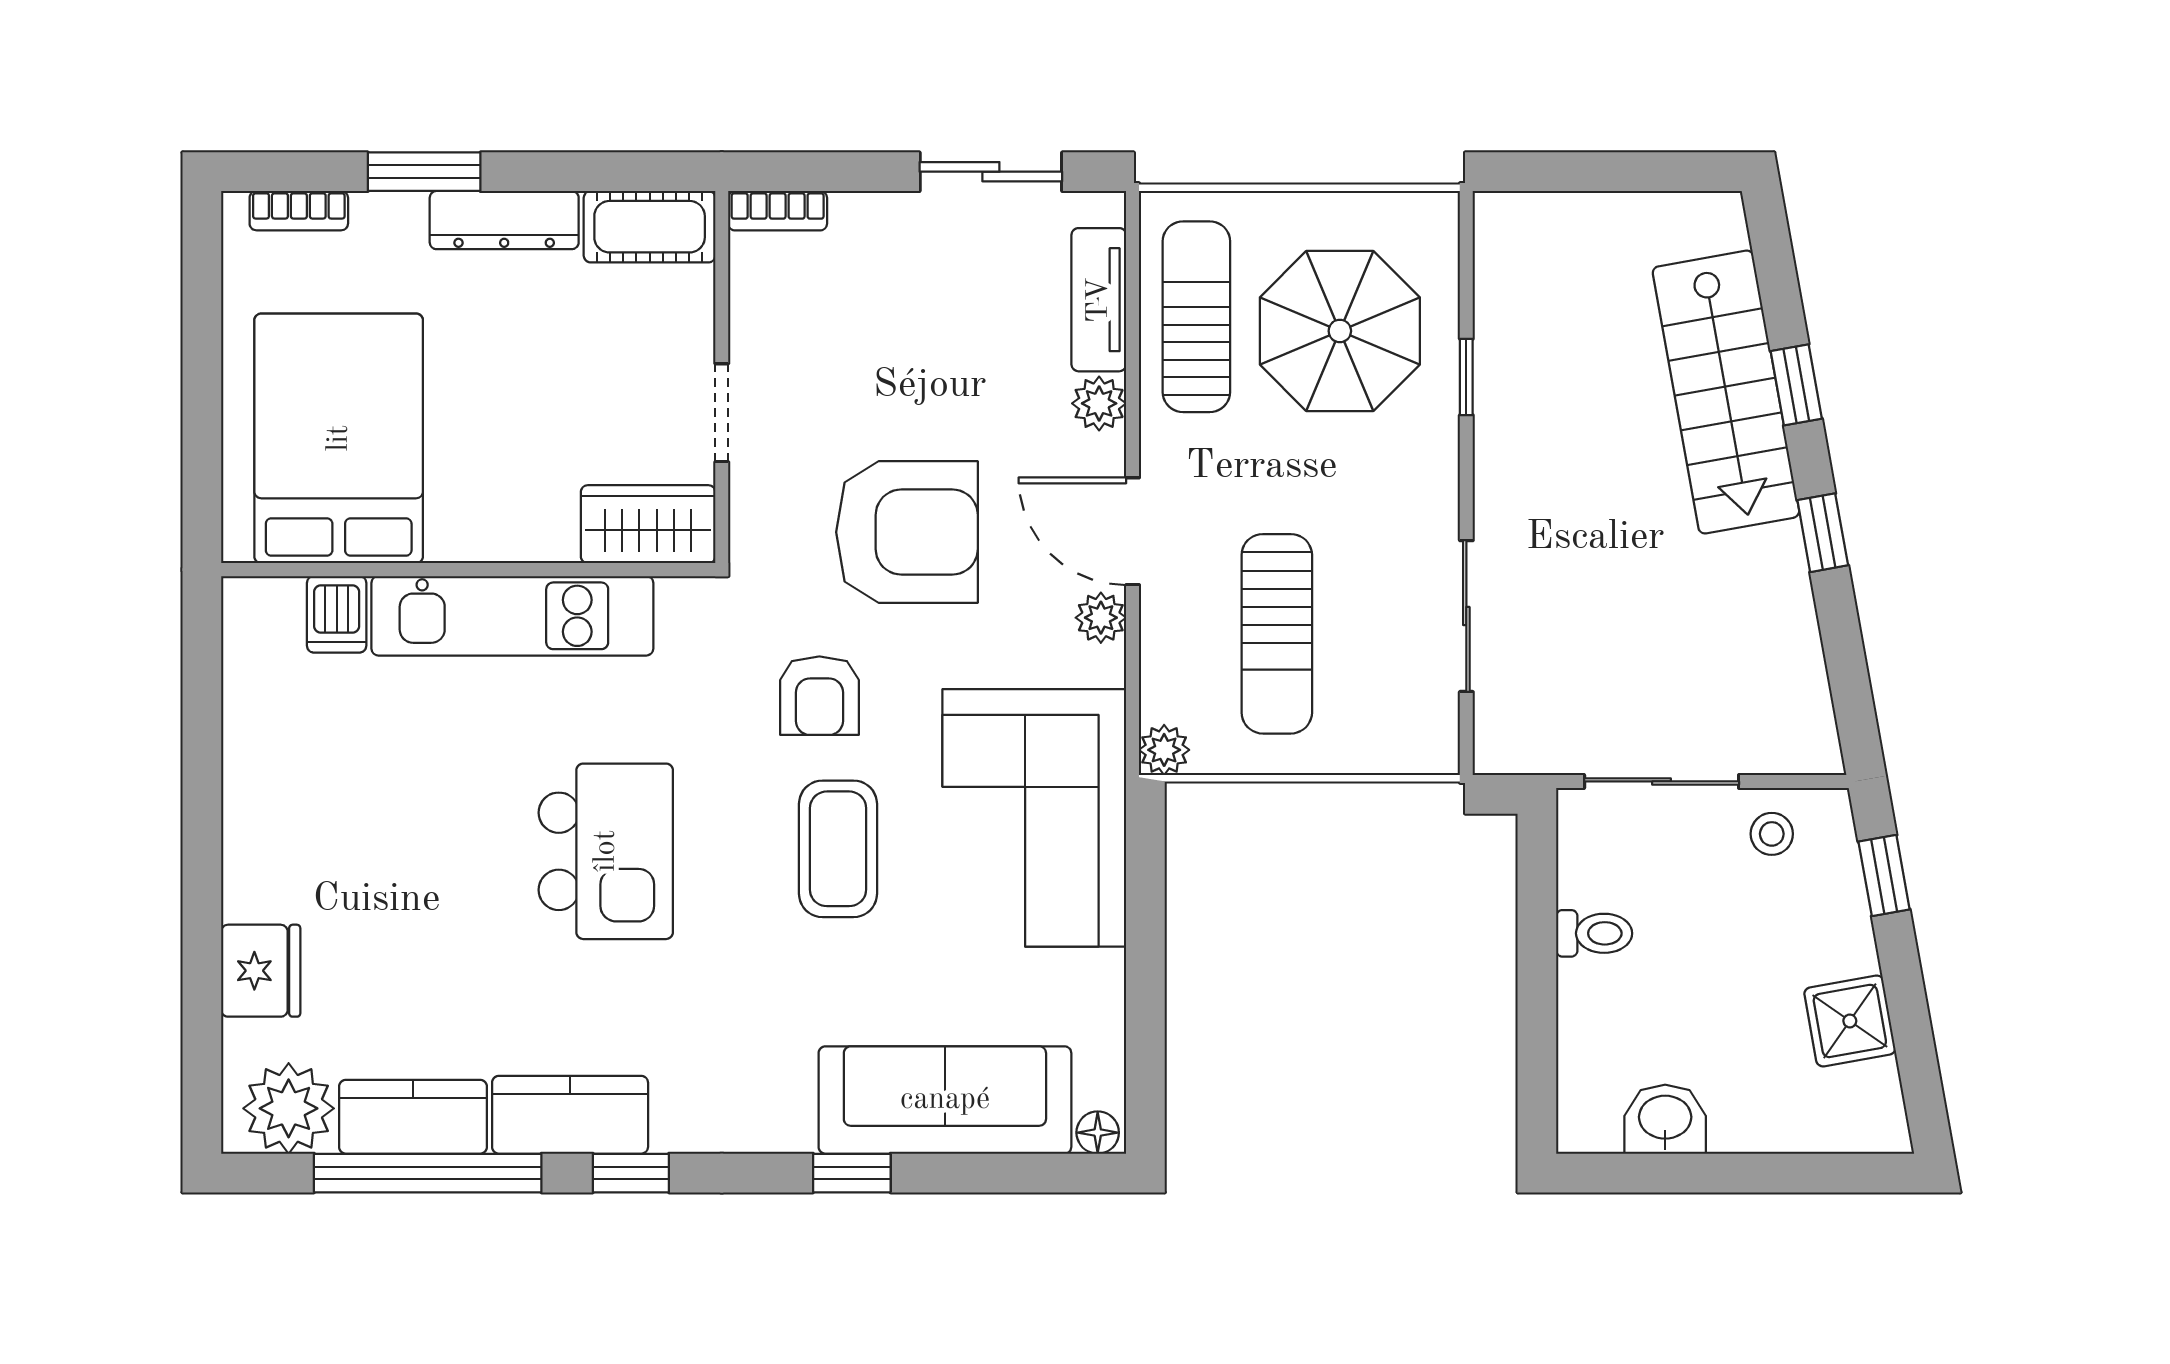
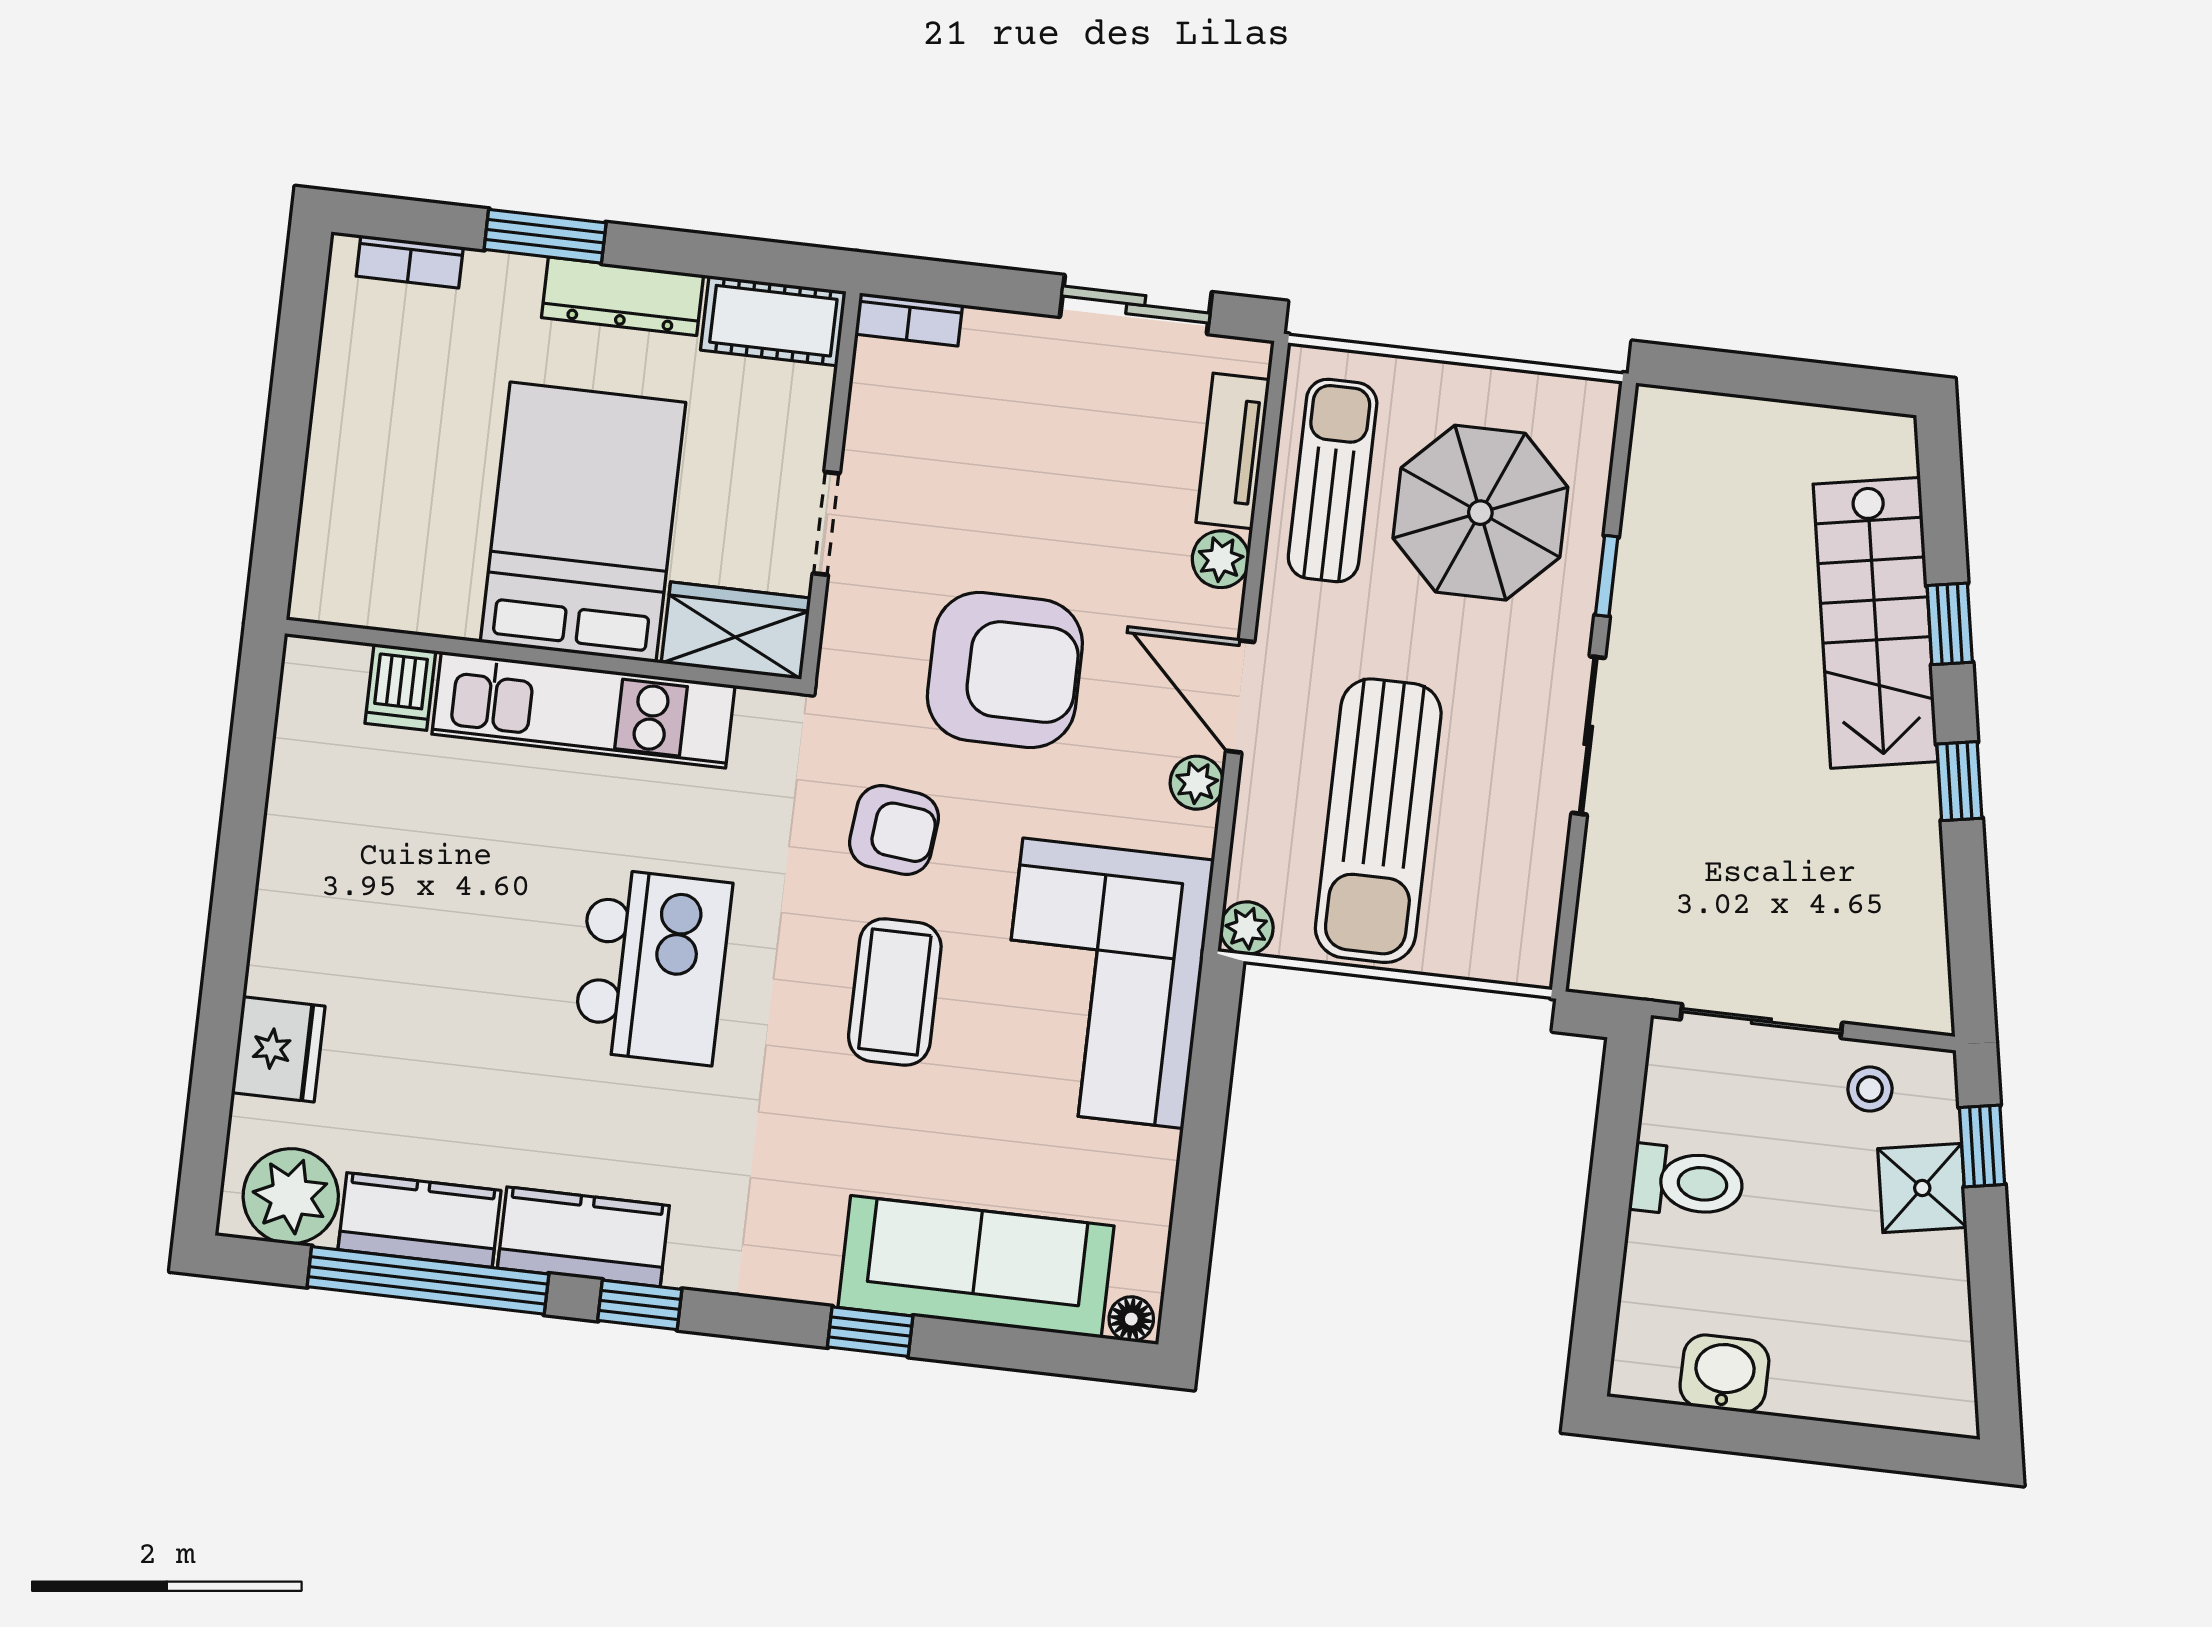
bed: (339, 438) -> (583, 522), moved
sliding door: (1466, 616) -> (1588, 735), moved
sun lounger: (1277, 634) -> (1378, 821), width x1.36, depth x1.34
armchair: (819, 696) -> (894, 830), turned -84
toilet: (1594, 933) -> (1687, 1182), width x1.37, depth x1.39
shower: (1850, 1021) -> (1922, 1188), moved

